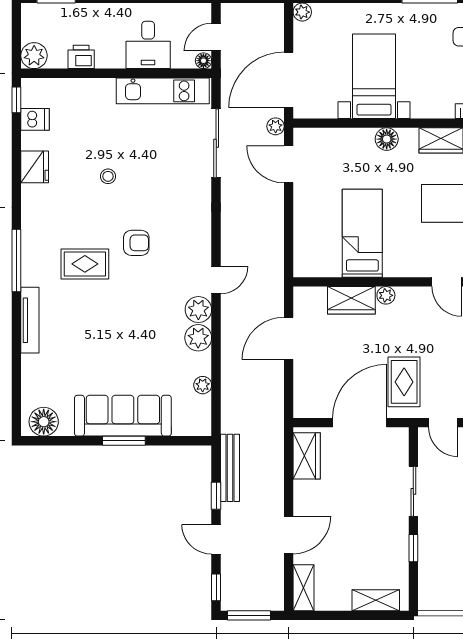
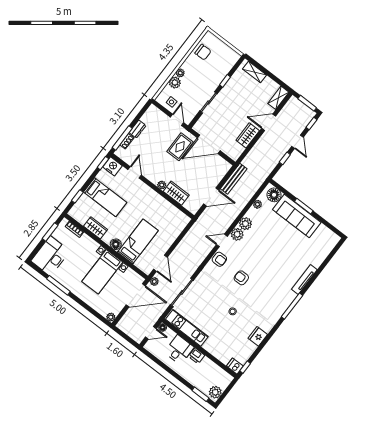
plant: (34, 56) -> (215, 392), moved
printer: (81, 57) -> (197, 356), moved
dishwasher: (35, 119) -> (235, 366), moved
bed: (362, 233) -> (138, 241), moved, turned 180
armchair: (196, 246) -> (219, 259), added
rug: (85, 264) -> (267, 285), removed
floor lamp: (44, 422) -> (274, 195), moved
wardrobe: (307, 456) -> (248, 135), moved
bench: (230, 468) -> (234, 179), moved

